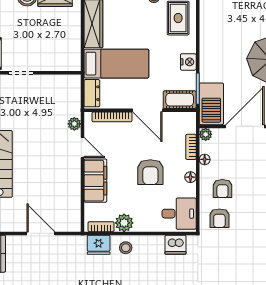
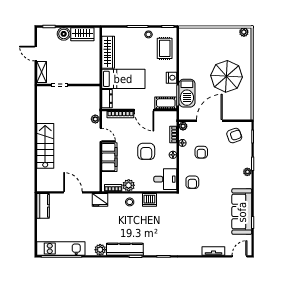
barbecue: (211, 104) -> (187, 93), moved
armchair: (222, 189) -> (201, 152), moved
fridge: (99, 245) -> (100, 200), moved
dishwasher: (175, 245) -> (149, 200), moved

